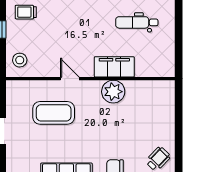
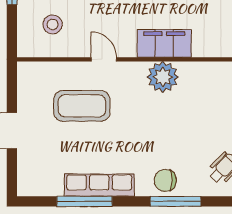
stool: (20, 60) -> (53, 24), moved

